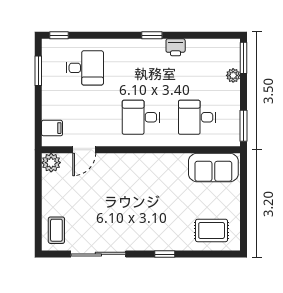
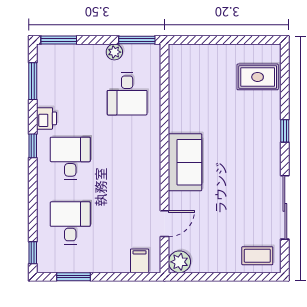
window: (208, 35) -> (33, 81), added
plant: (233, 75) -> (114, 52), moved
desk: (141, 117) -> (70, 158), moved, turned 180
door: (84, 150) -> (165, 224), hinge flipped
sofa: (213, 168) -> (185, 162), moved
rug: (212, 230) -> (258, 77), turned 90

